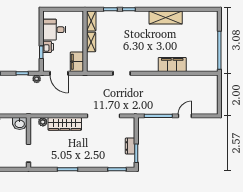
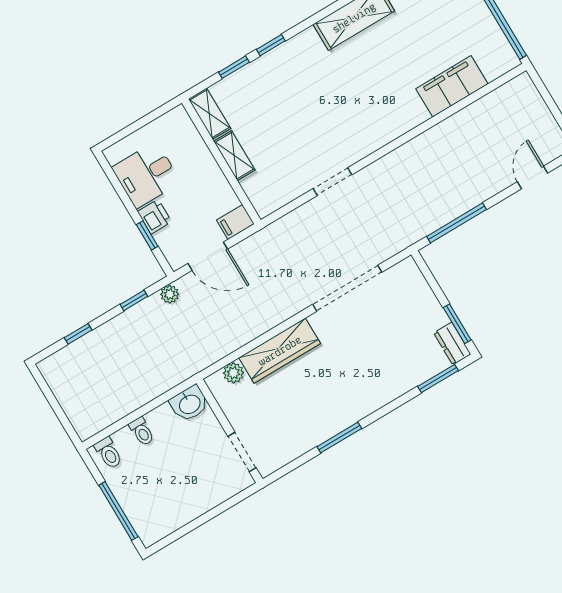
filing cabinet: (77, 62) -> (235, 222), width x0.50
filing cabinet: (172, 64) -> (452, 86), moved
door: (185, 116) -> (533, 177), moved
dresser: (130, 146) -> (452, 344), moved

